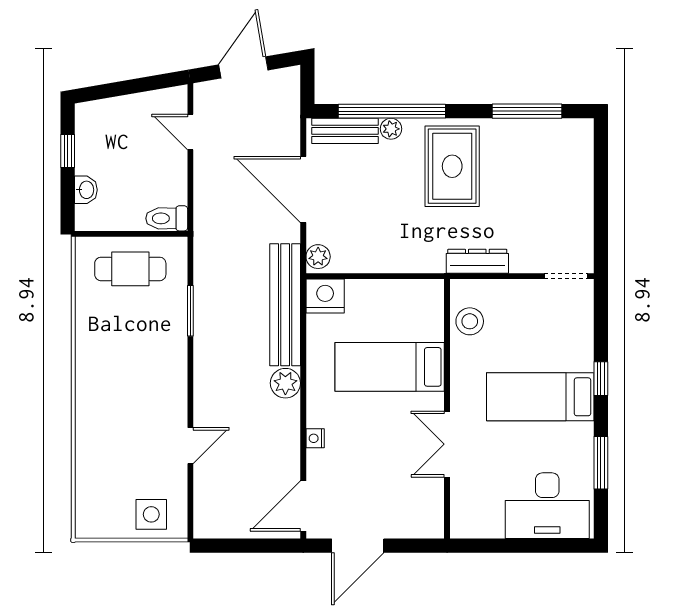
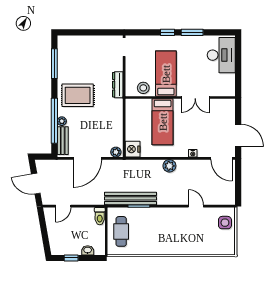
bench: (285, 305) -> (131, 198), moved
bed: (540, 397) -> (166, 74), moved, turned 180
window: (601, 463) -> (192, 32), moved

